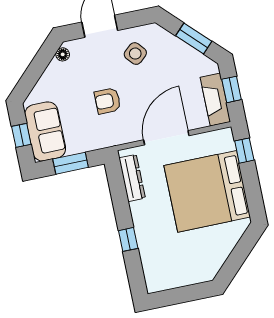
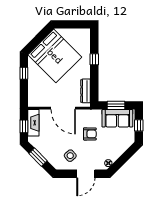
sofa: (45, 131) -> (117, 118), moved, turned -90
door: (166, 138) -> (63, 108), hinge flipped
window: (244, 151) -> (24, 73), moved
bed: (207, 191) -> (55, 56), moved, turned 45

